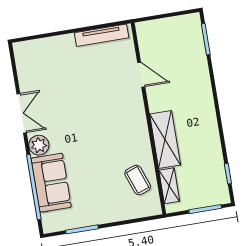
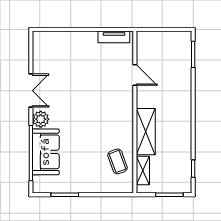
tv unit: (102, 35) -> (114, 37), width x0.71

